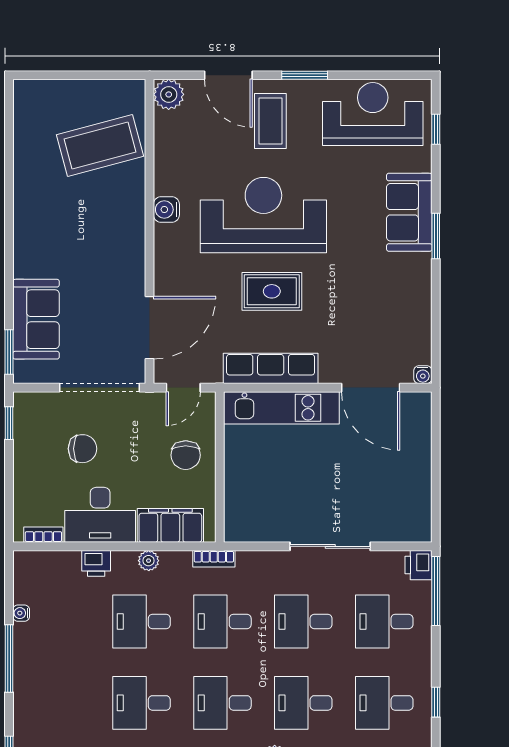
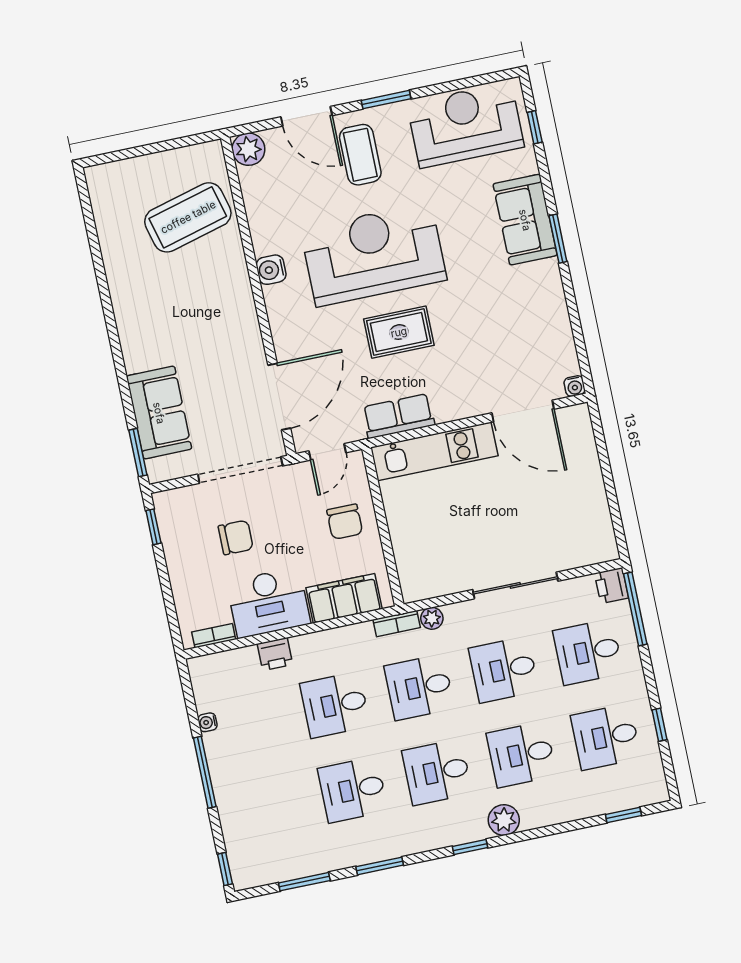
row of seats: (271, 368) -> (398, 416), width x0.68
plant: (149, 561) -> (432, 618), moved

